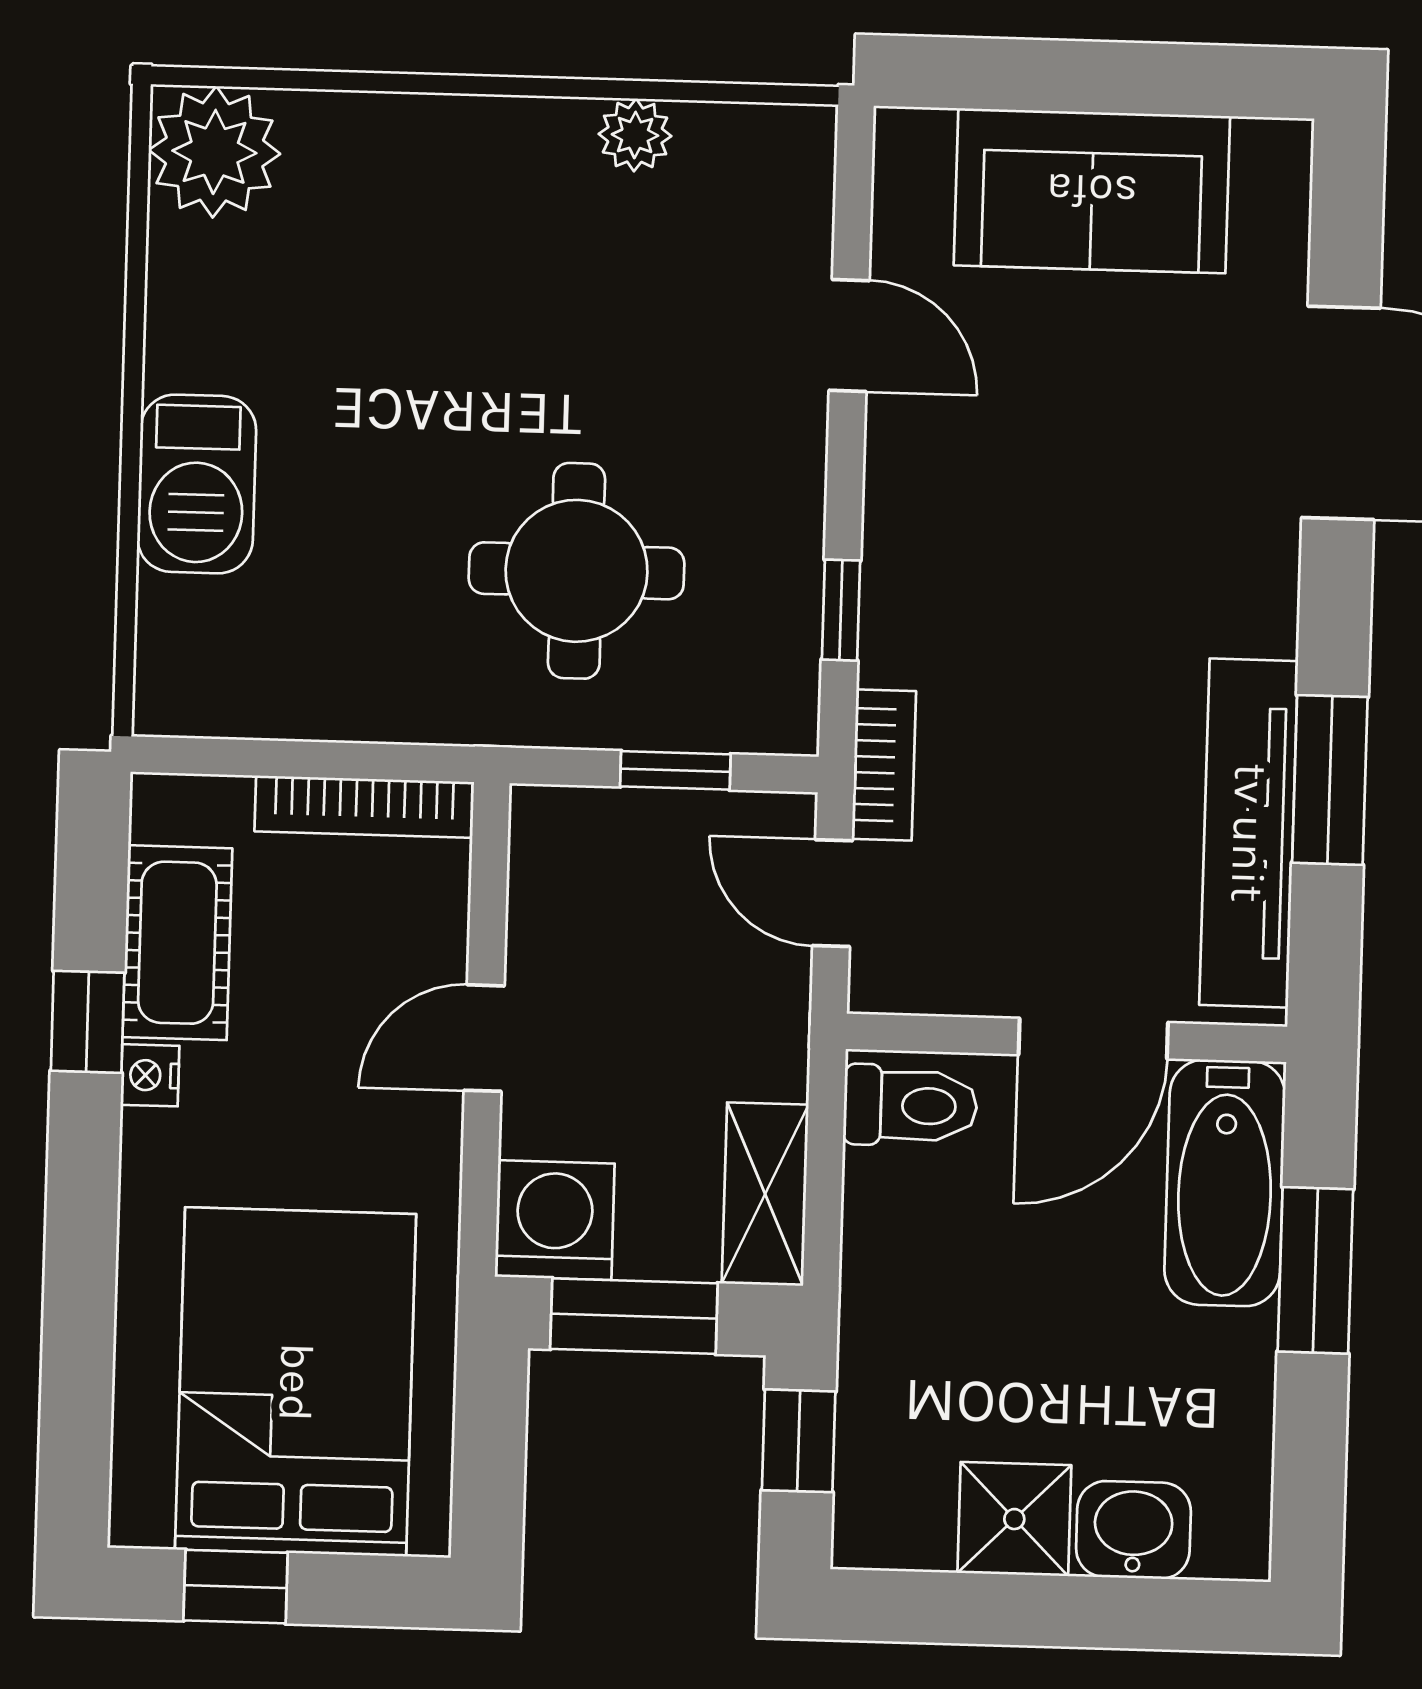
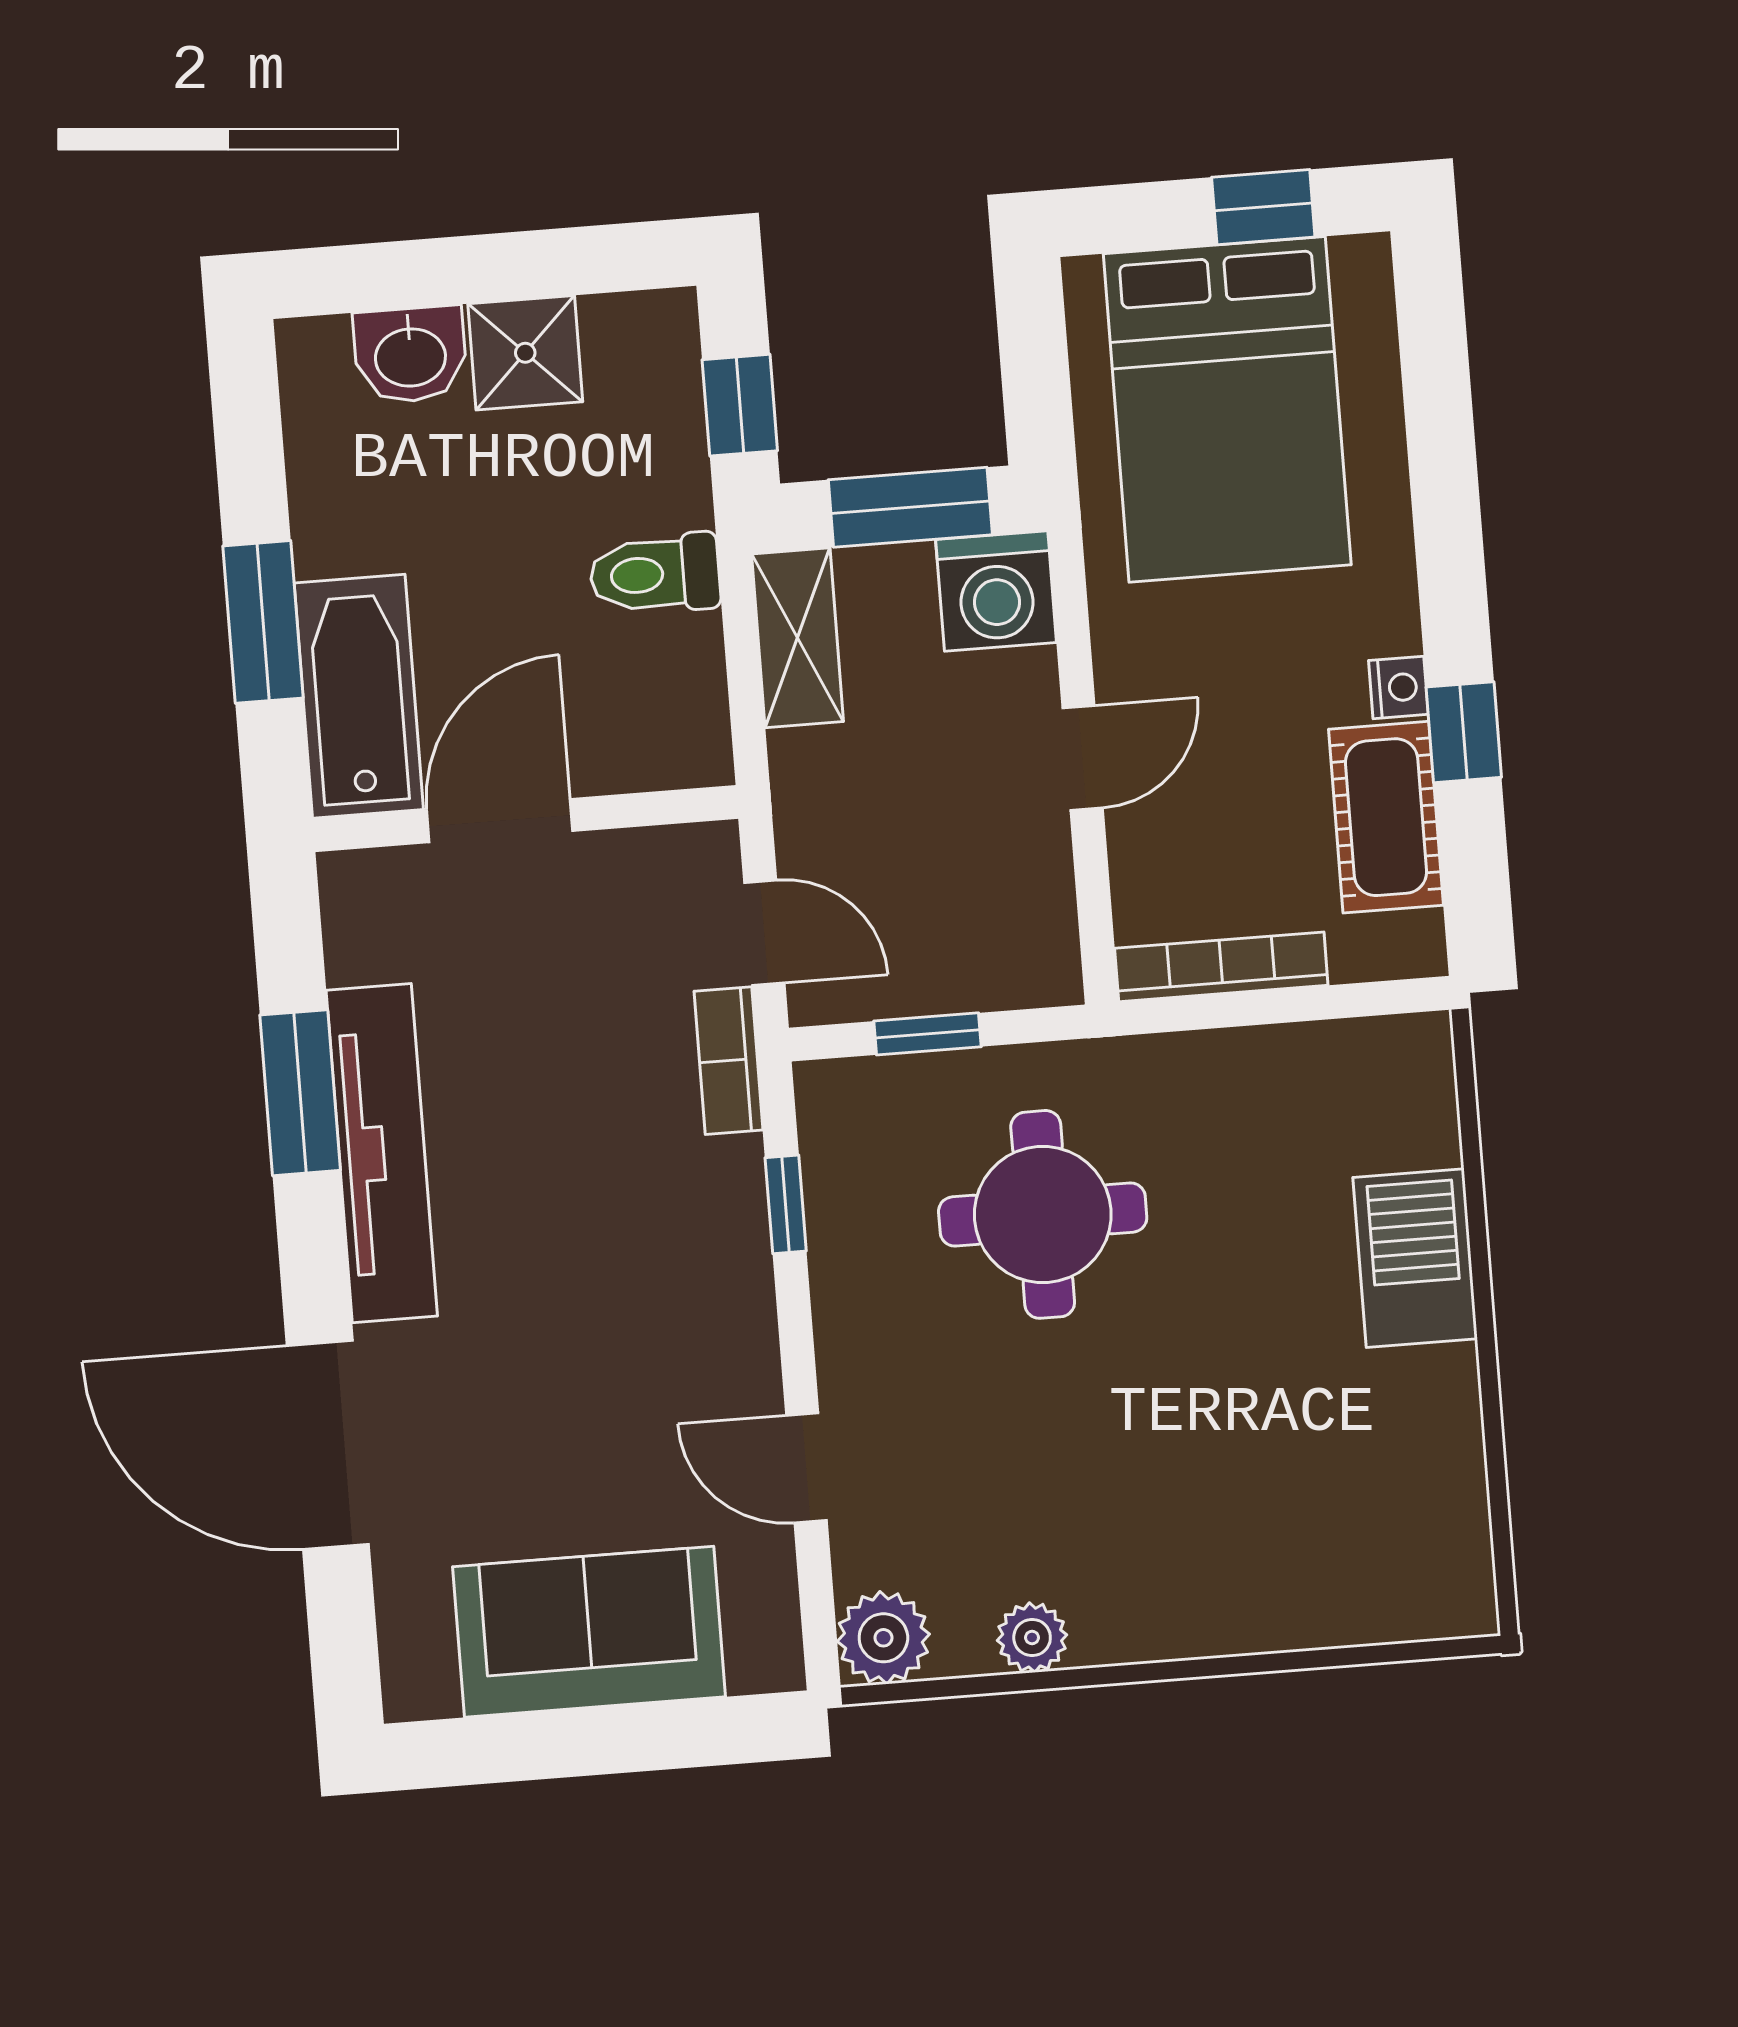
plant: (214, 152) -> (883, 1638), moved, width x0.73, depth x0.73
tv unit: (1249, 833) -> (382, 1153), moved
toilet: (910, 1106) -> (655, 574), moved

